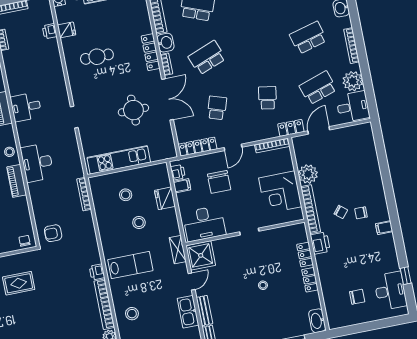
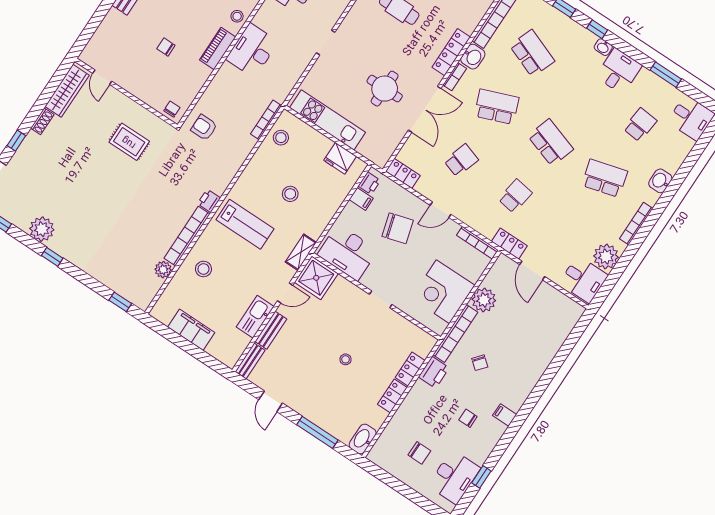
school desk: (318, 88) -> (551, 143), moved, turned 36
door: (319, 130) -> (532, 270), swing flipped
locker: (198, 147) -> (403, 173), width x0.66
chair: (219, 182) -> (398, 228), turned -106
stool: (126, 195) -> (281, 138), moved
fridge: (165, 198) -> (340, 158), moved, turned -90
chair: (361, 213) -> (468, 418), moved

